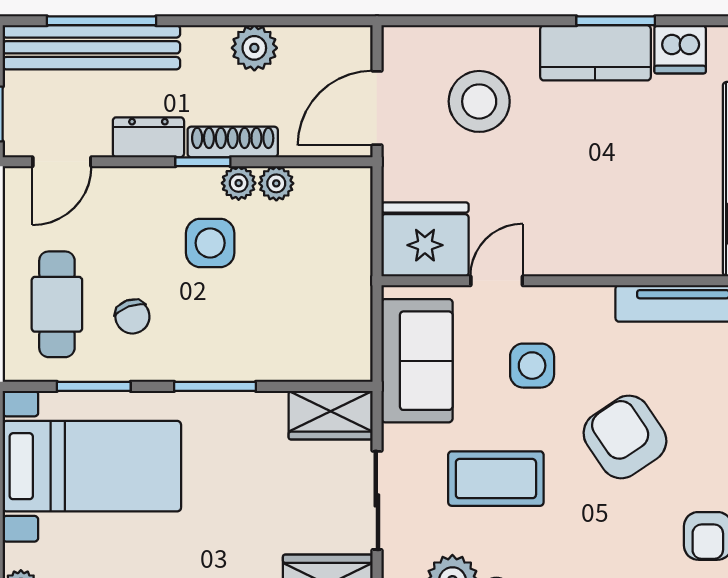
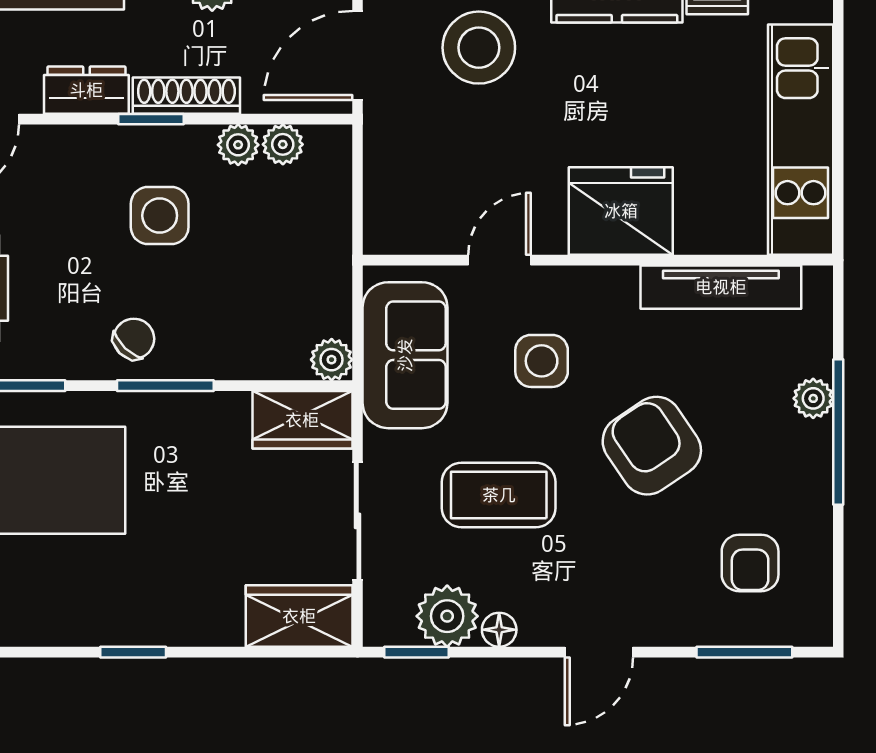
plant: (239, 183) -> (283, 144), moved
fridge: (425, 239) -> (621, 211), moved
chair: (132, 317) -> (134, 339), moved, turned -116
plant: (355, 364) -> (332, 360), added

